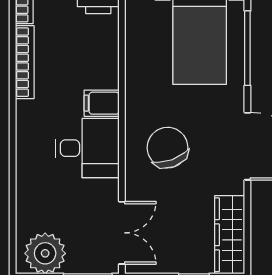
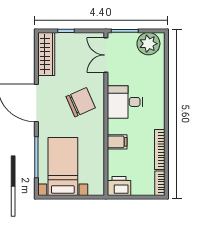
filing cabinet: (102, 103) -> (117, 142), moved
chair: (168, 148) -> (81, 102), turned -94

